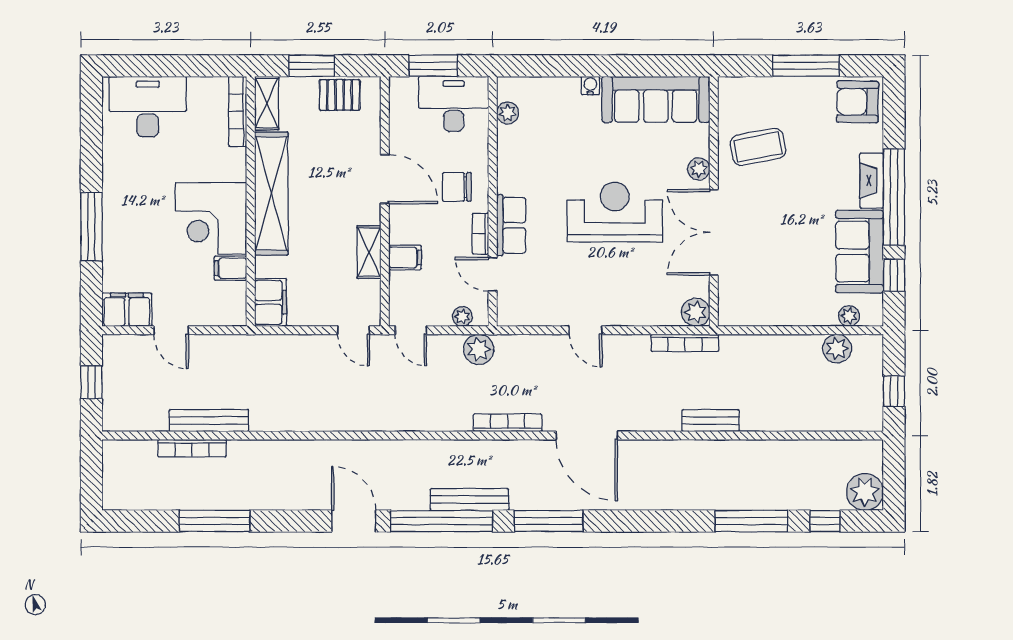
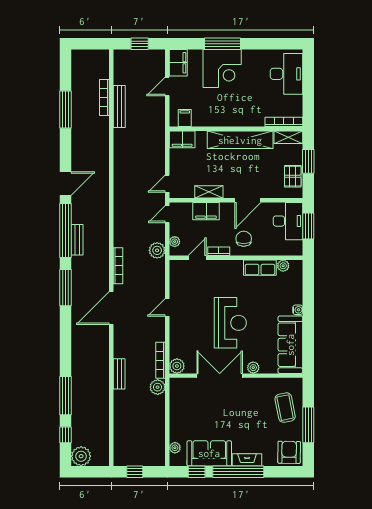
desk: (454, 104) -> (288, 221), moved
coffee table: (758, 147) -> (285, 408), moved
corner desk: (211, 218) -> (222, 69), moved, turned 180
row of seats: (511, 225) -> (260, 268), moved
filing cabinet: (405, 257) -> (206, 211), width x2.00
filing cabinet: (230, 268) -> (185, 118), moved
plant: (837, 349) -> (158, 387), moved
bench: (469, 500) -> (77, 240), width x0.73

